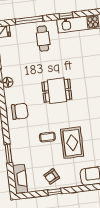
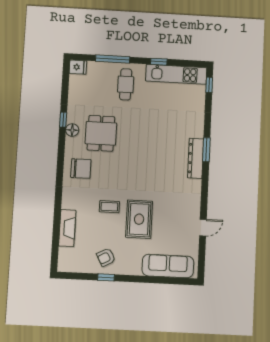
dining table: (57, 91) -> (101, 133), moved, turned 90
window: (8, 154) -> (57, 219), removed
fireplace: (20, 179) -> (67, 228), moved

